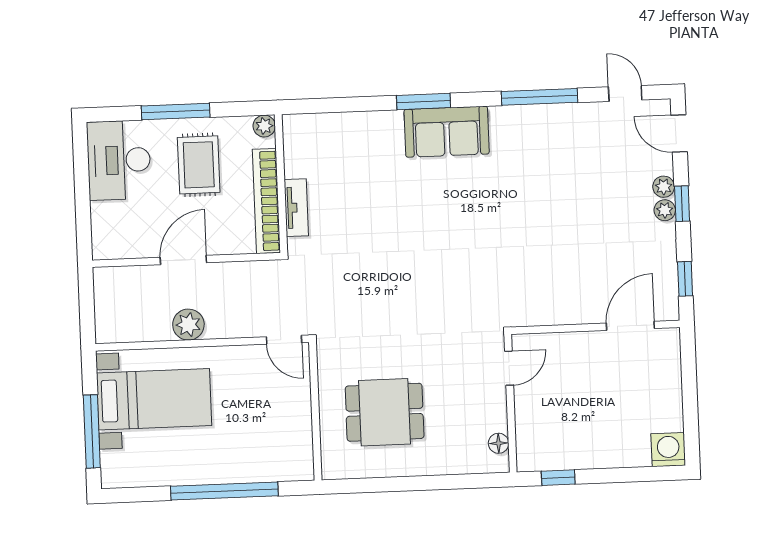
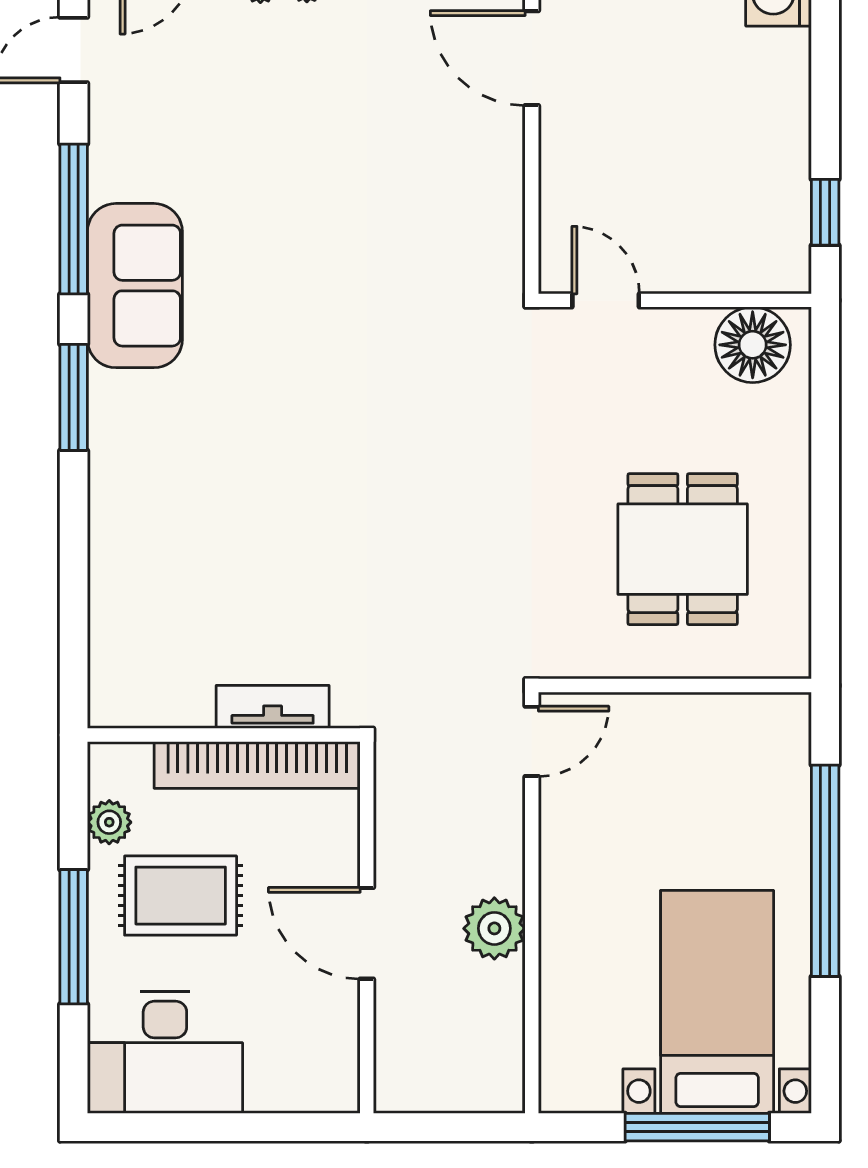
window: (424, 102) -> (74, 397), moved
plant: (264, 126) -> (109, 822), moved
sofa: (447, 132) -> (135, 286), moved
bed with nightstands: (154, 399) -> (717, 1002), moved
floor lamp: (499, 443) -> (753, 345), width x1.89, depth x1.89

